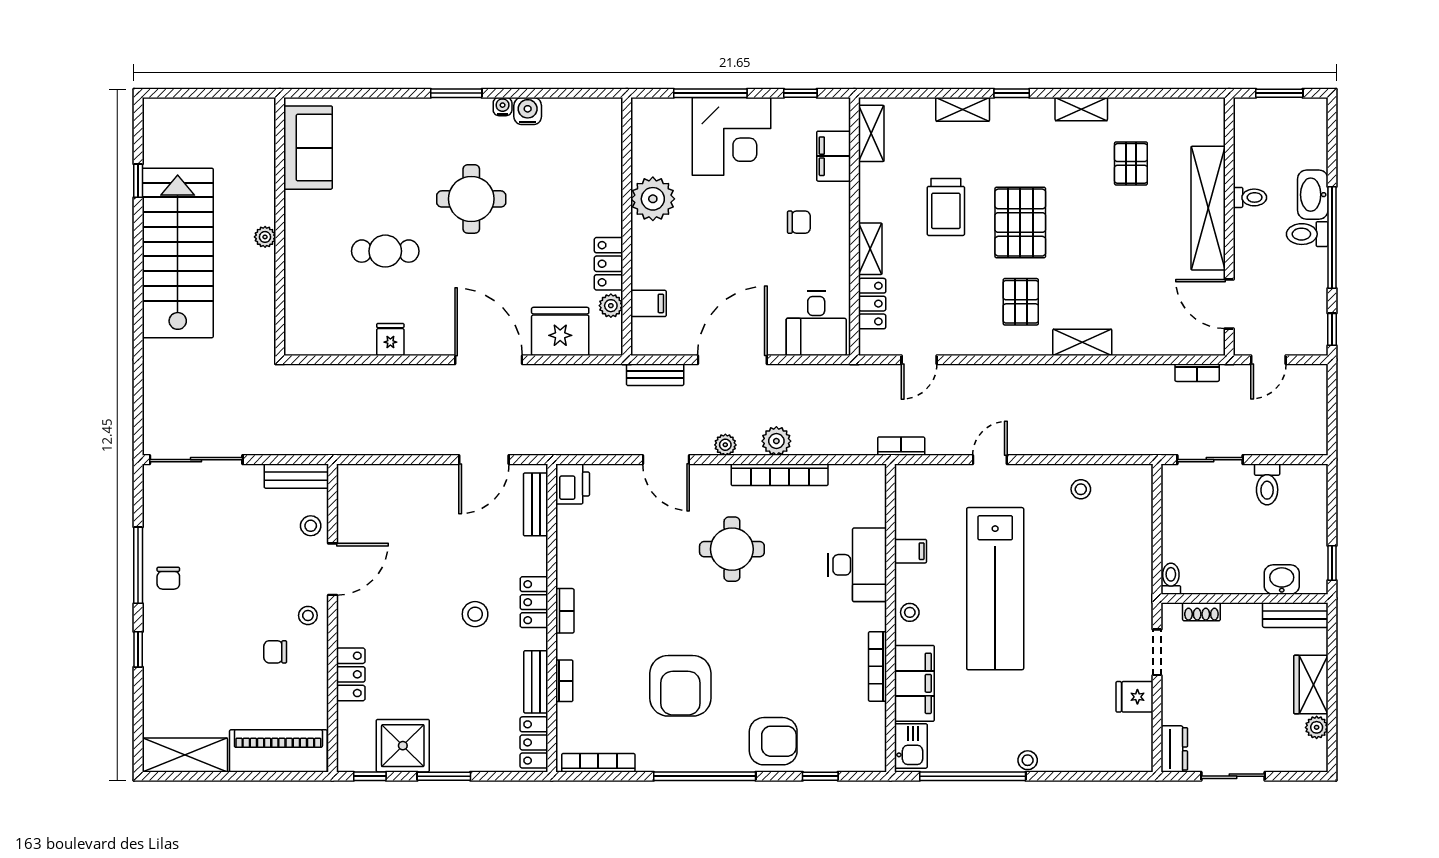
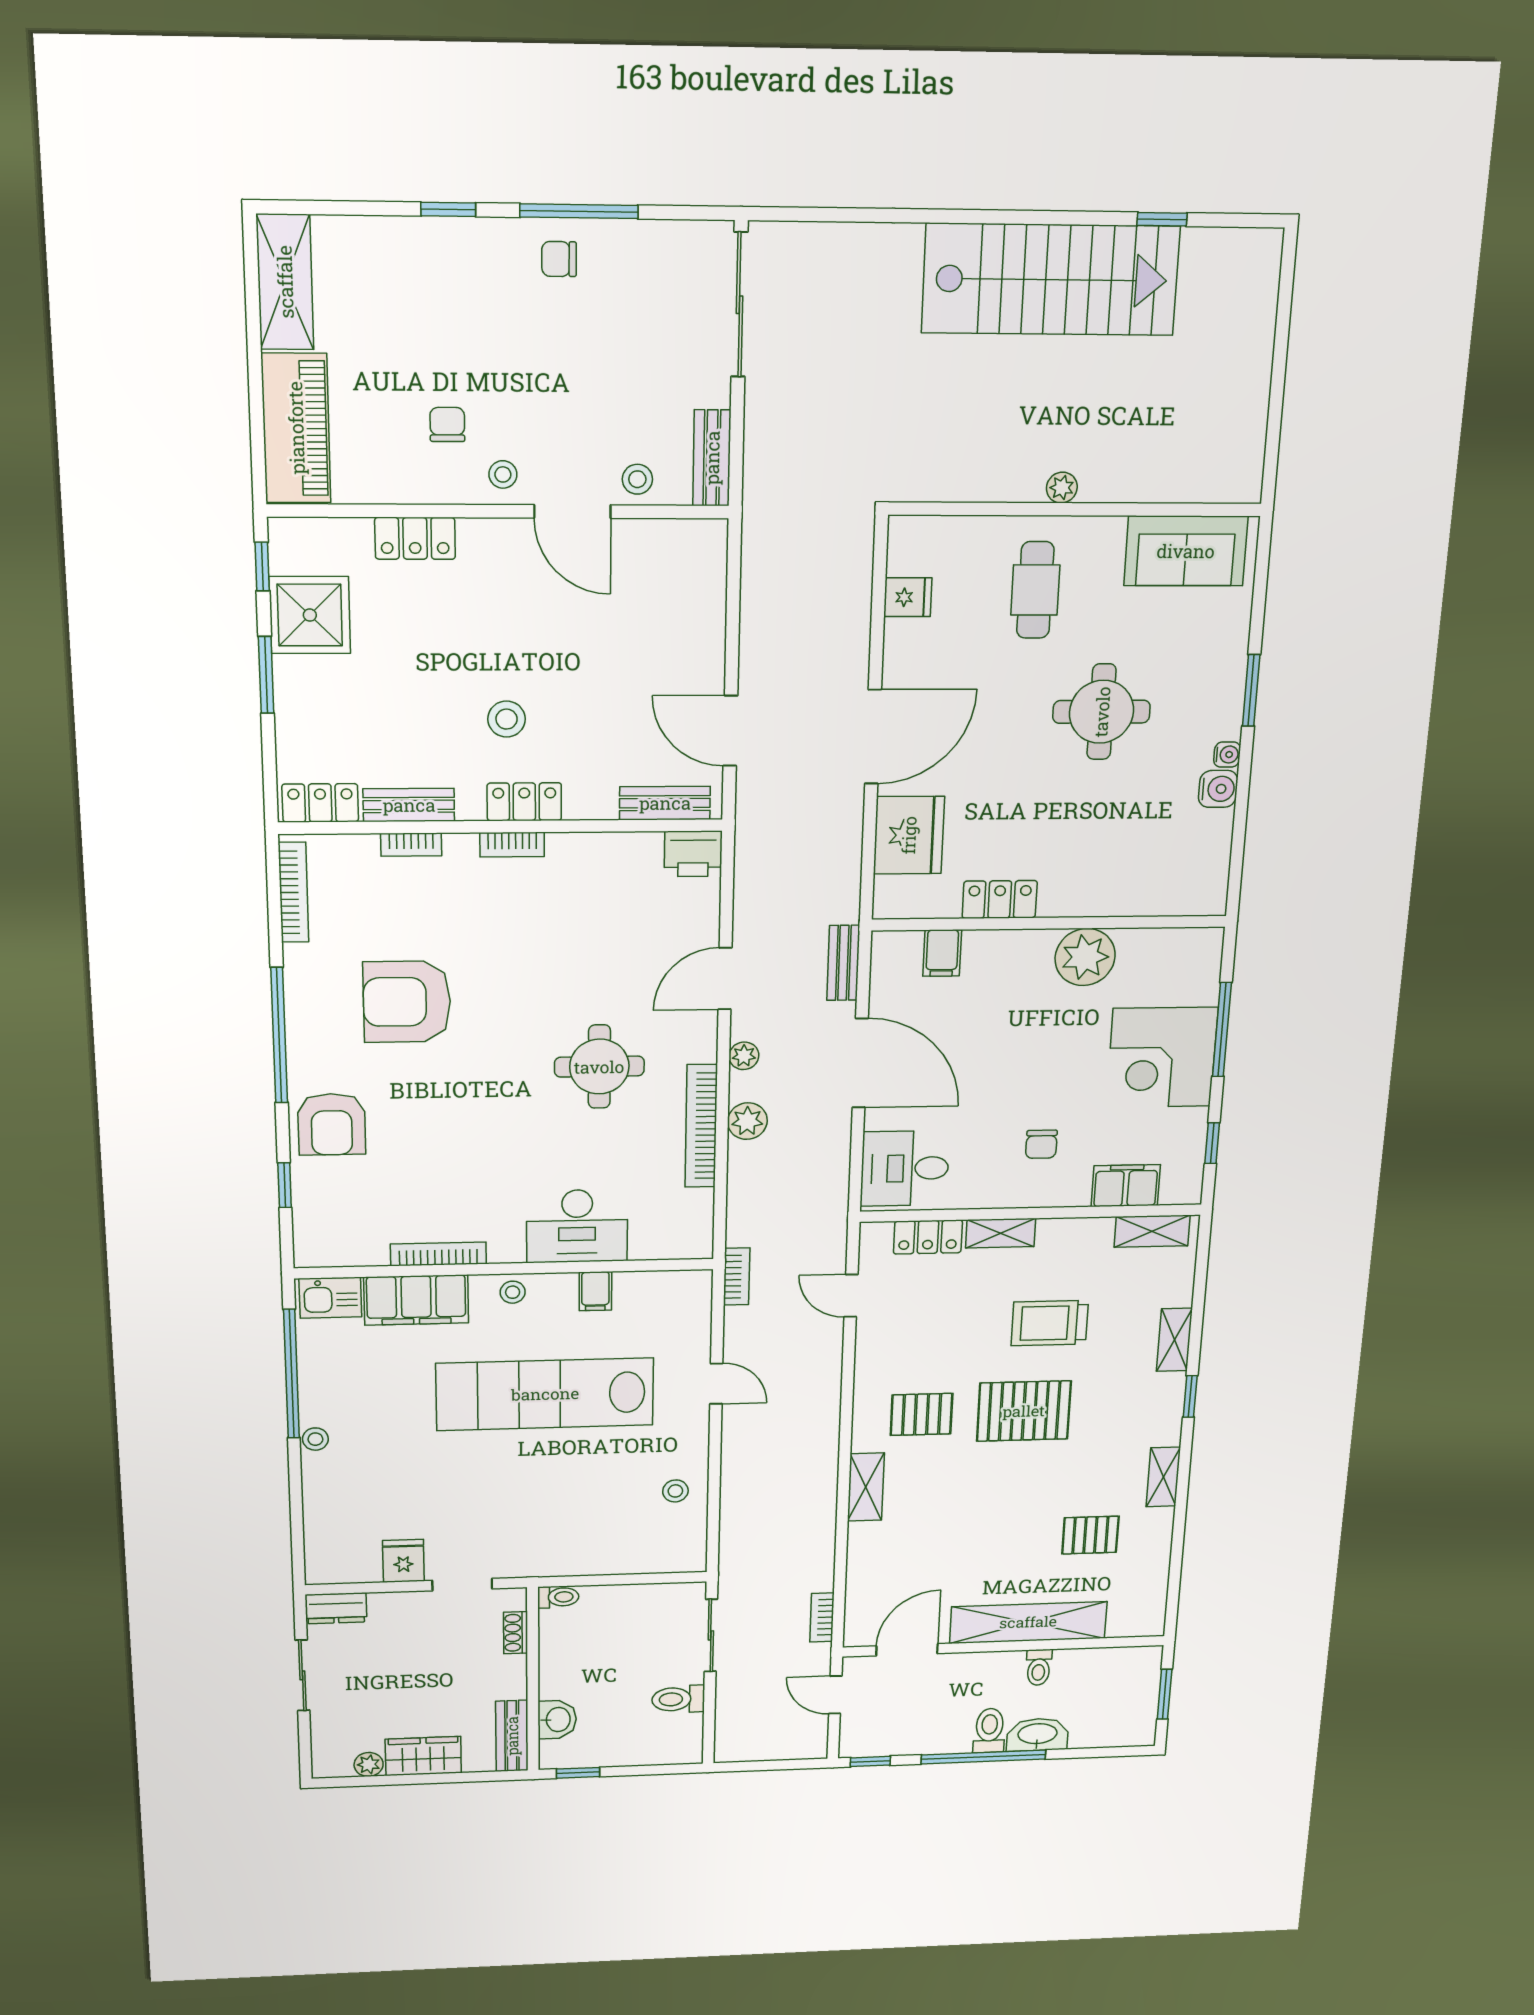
sofa: (308, 148) -> (1186, 551), moved
wall: (280, 226) -> (1076, 509), moved
plant: (265, 237) -> (1062, 488), moved
plant: (611, 306) -> (942, 903), removed

